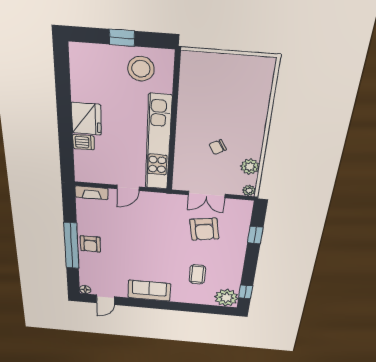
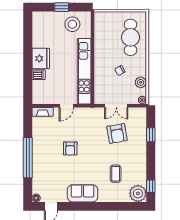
cafe table: (242, 98) -> (131, 37), added
armchair: (90, 244) -> (70, 148), moved

